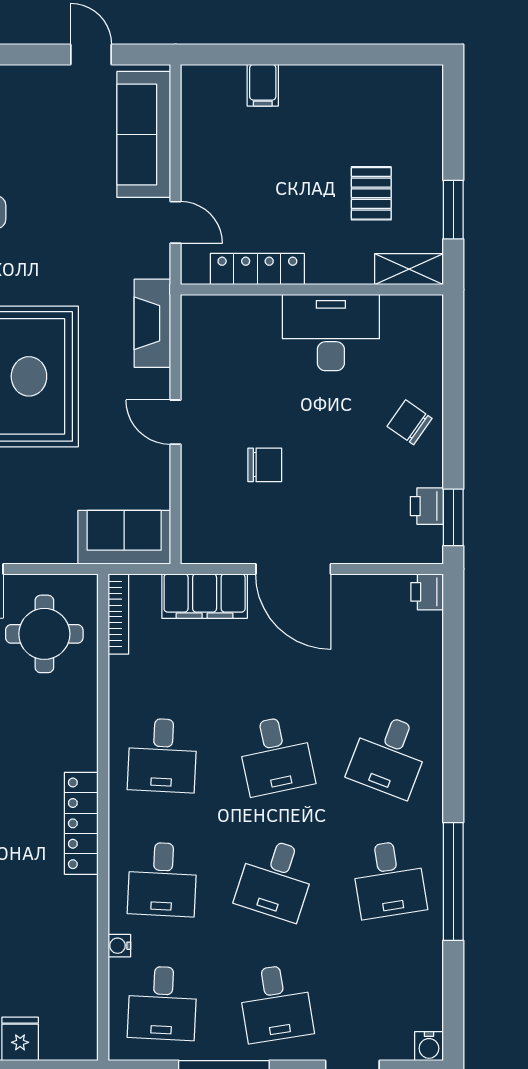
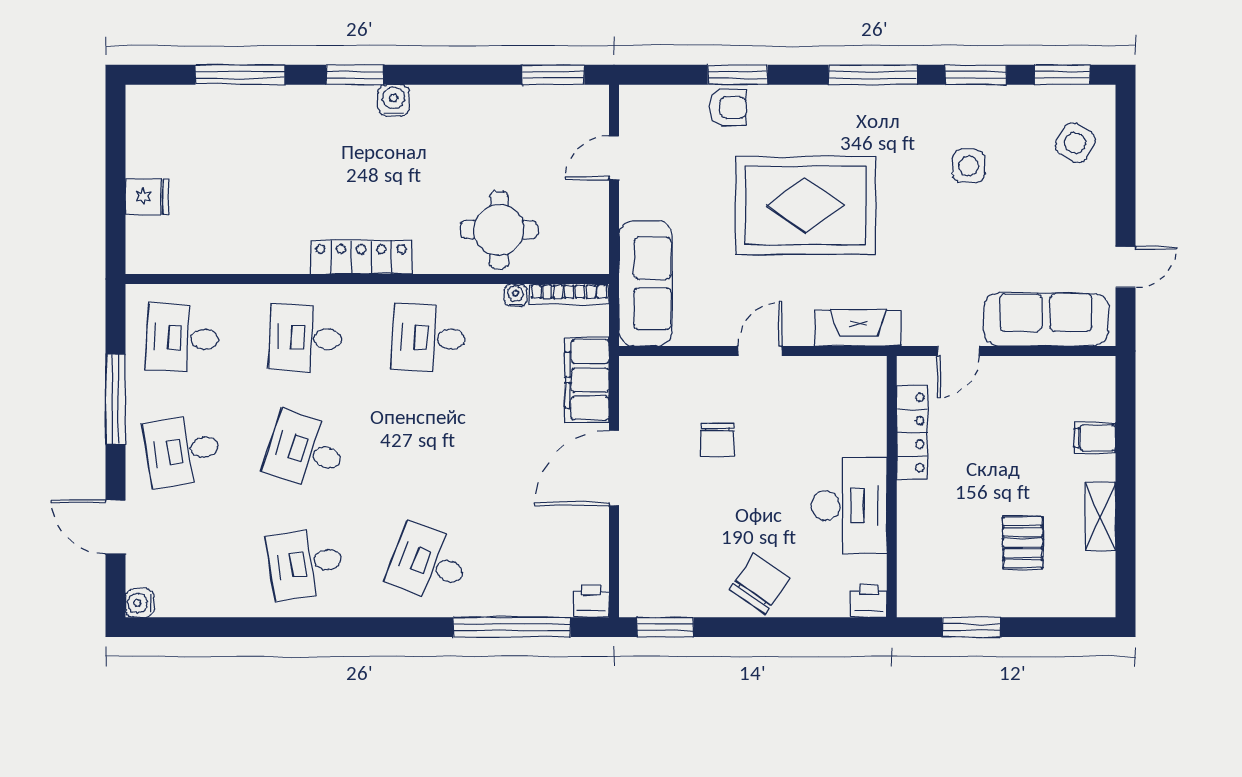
pallet: (371, 193) -> (1023, 543), moved, turned 90
shelving: (409, 269) -> (1100, 516), moved
chair: (410, 422) -> (760, 584), width x1.37, depth x1.37
printer: (427, 506) -> (869, 601), moved
sofa: (124, 537) -> (646, 283), width x1.36
round table: (44, 634) -> (499, 230), moved
desk: (276, 755) -> (429, 451), removed
window: (453, 881) -> (512, 627), moved
water cooler: (119, 946) -> (516, 295), moved

